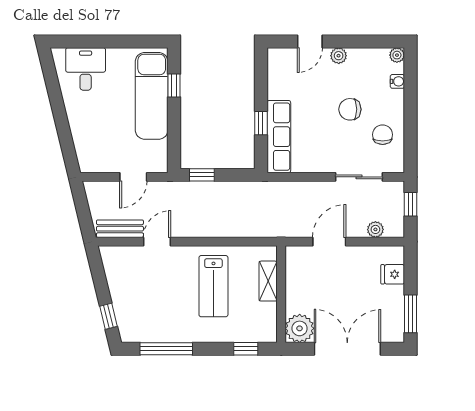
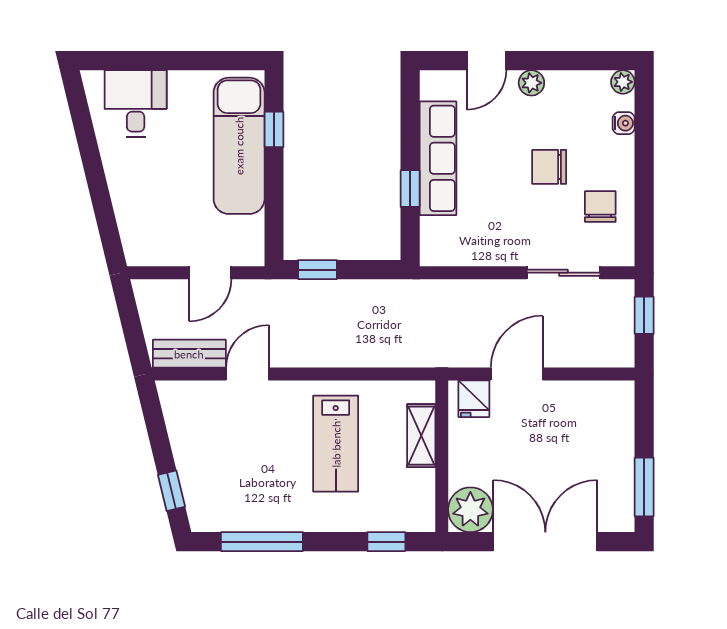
row of seats: (279, 137) -> (438, 158), moved
plant: (375, 229) -> (589, 355), removed
fridge: (393, 274) -> (474, 399), moved, turned -90

